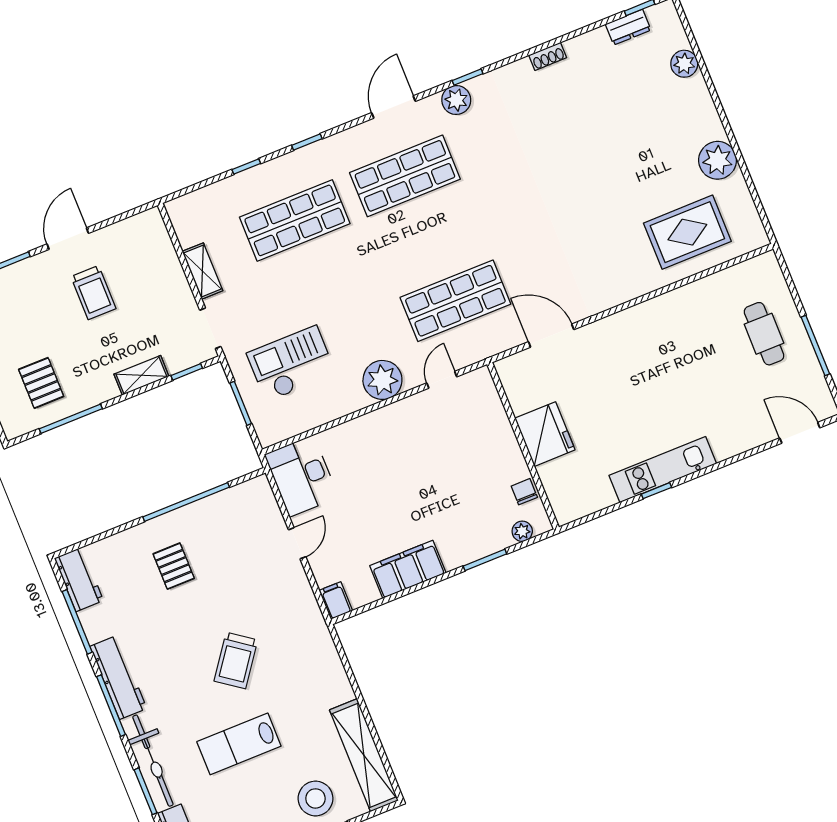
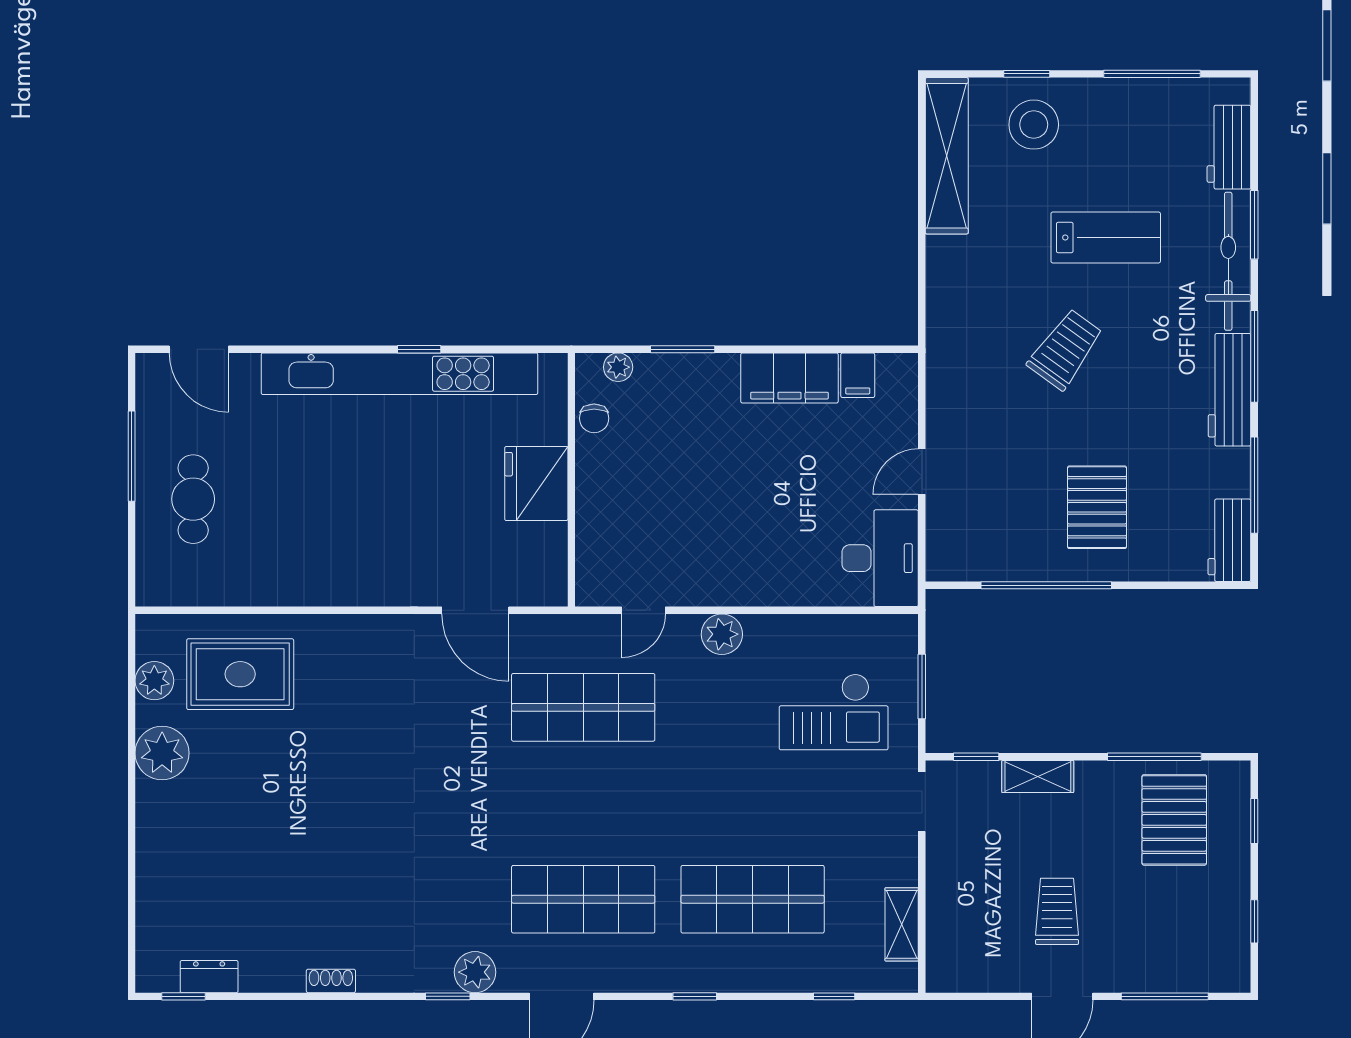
plant: (684, 64) -> (154, 681), moved
window: (246, 166) -> (834, 996), moved
shelving: (202, 271) -> (902, 924), moved
plant: (382, 380) -> (722, 634), width x0.73, depth x0.73
pallet: (41, 383) -> (1174, 820), width x1.50, depth x1.42
kitchen unit: (663, 470) -> (400, 374), width x1.86
pallet: (174, 566) -> (1097, 507), width x1.50, depth x1.42
filing cabinet: (336, 601) -> (858, 375), moved

